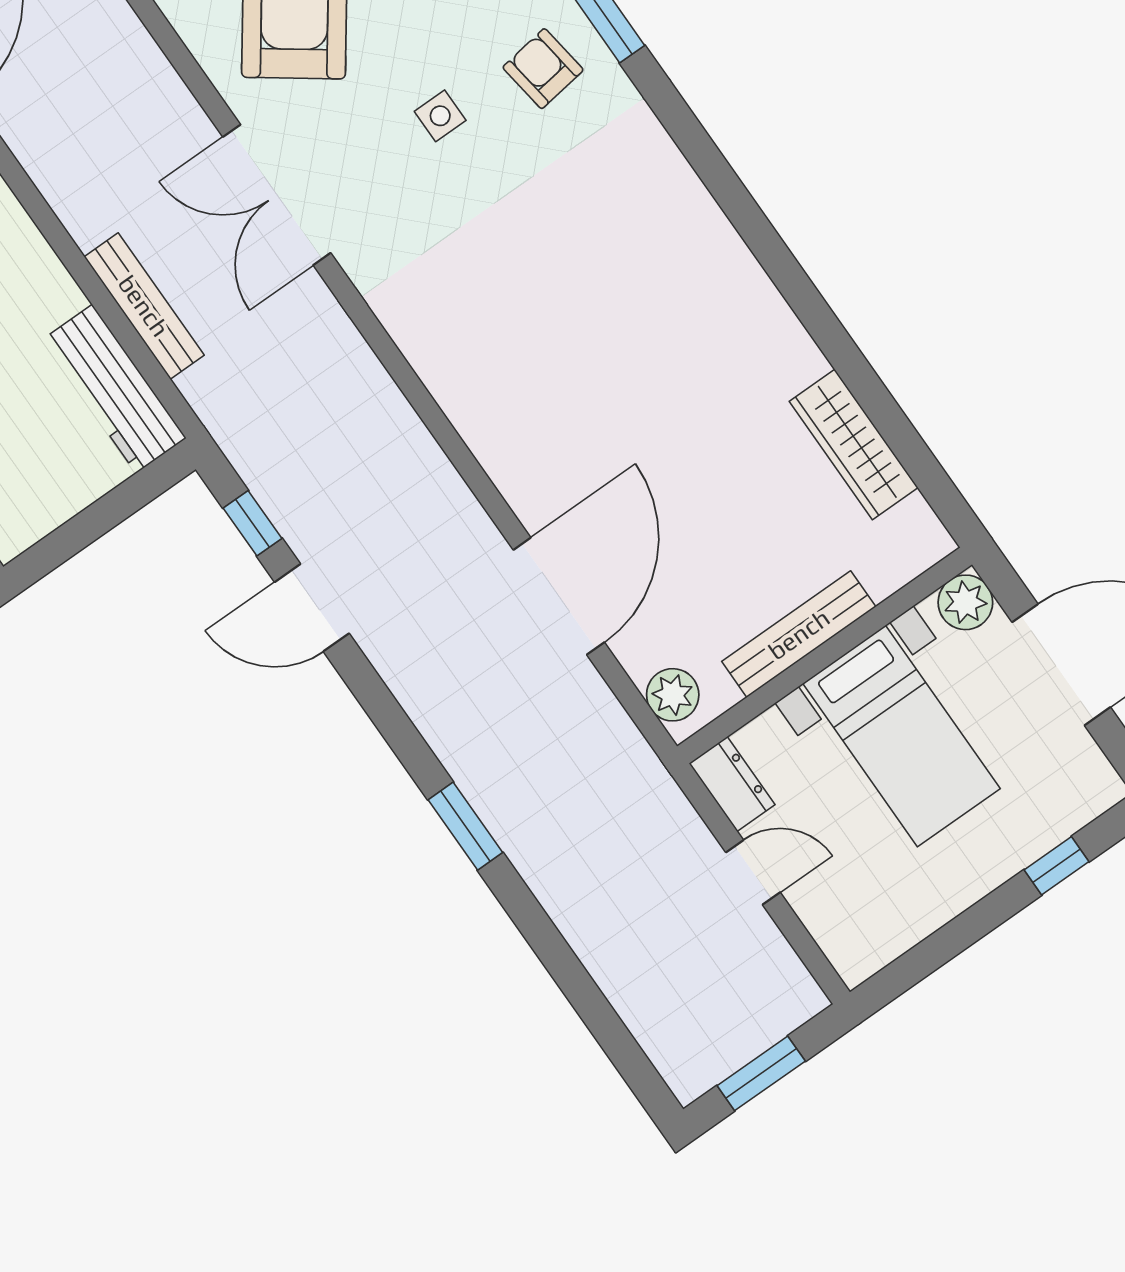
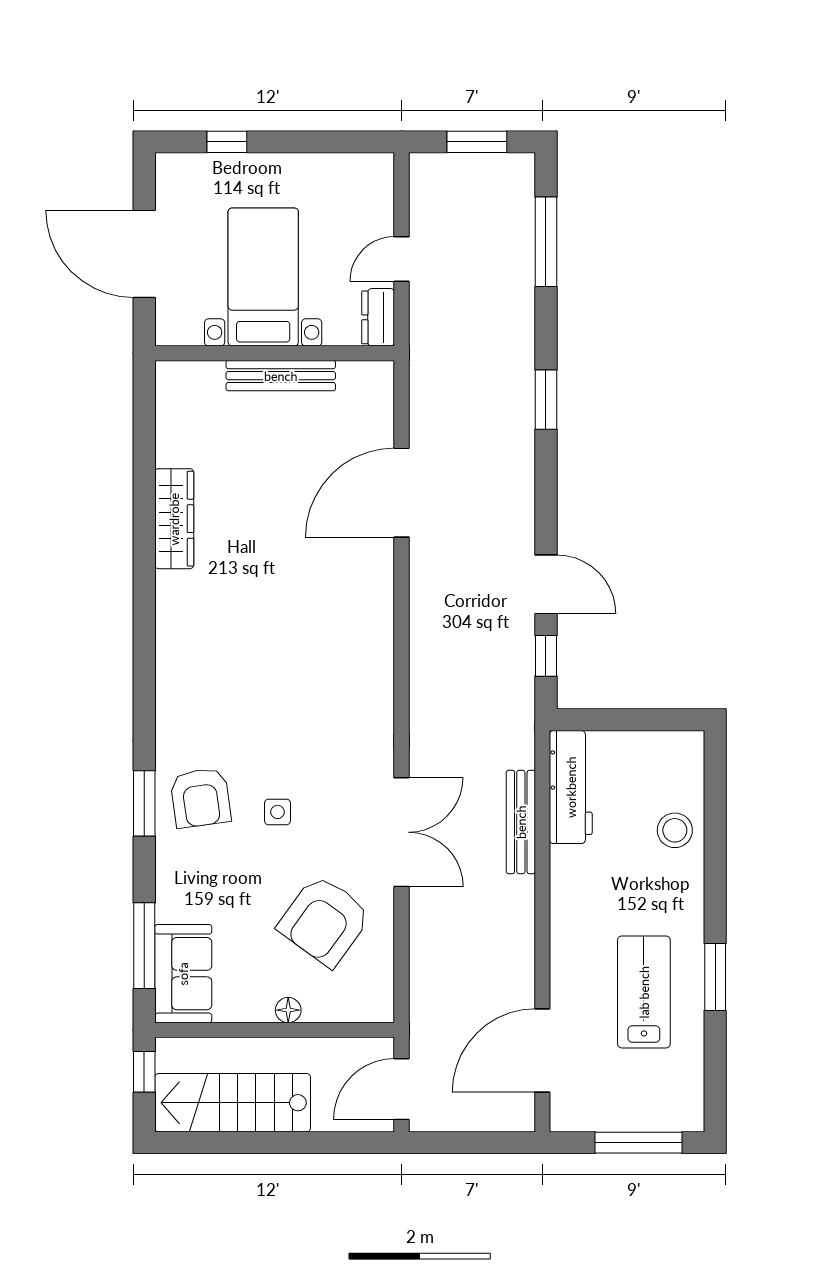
armchair: (543, 69) -> (200, 798), width x1.38, depth x1.38
wardrobe: (854, 445) -> (174, 519), moved
plant: (965, 602) -> (174, 327), removed
plant: (673, 695) -> (376, 391), removed
door: (753, 872) -> (401, 259), hinge flipped
window: (597, 1013) -> (546, 242), added

